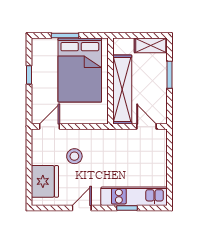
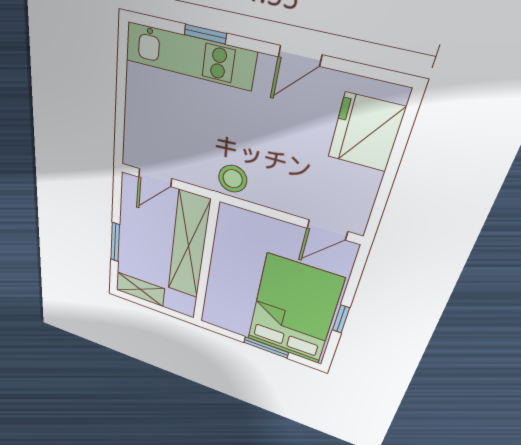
bed: (80, 70) -> (294, 310), moved
door: (146, 127) -> (155, 178), hinge flipped
stool: (74, 156) -> (233, 179), moved

